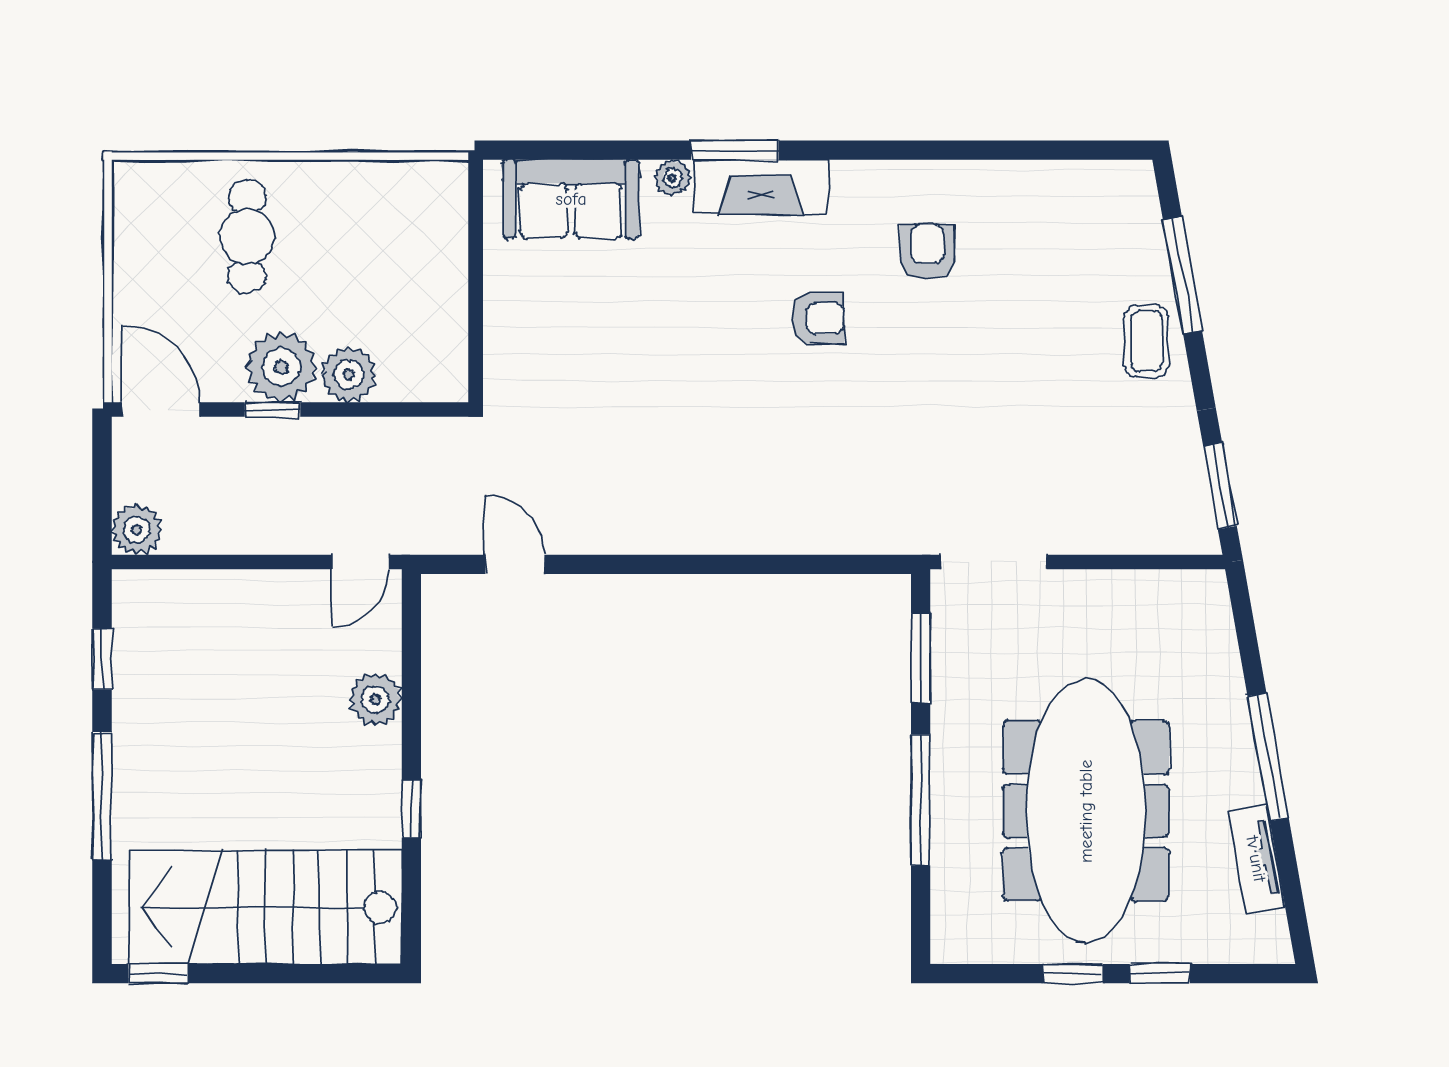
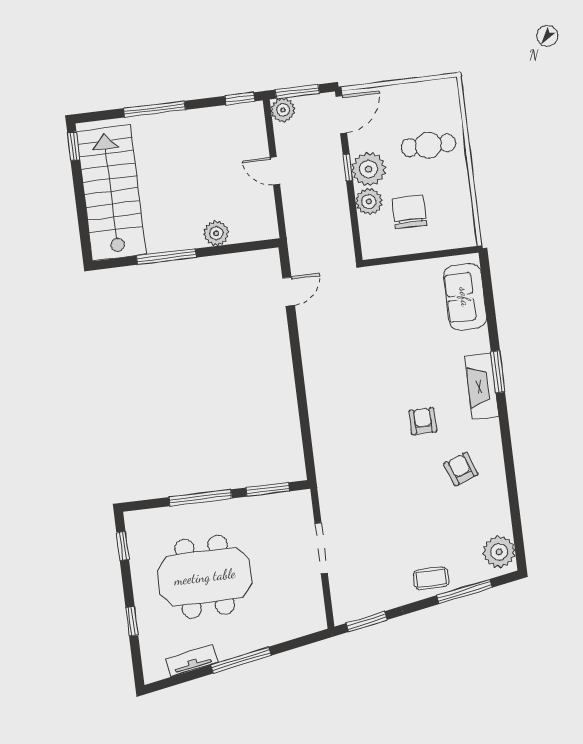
plant: (672, 178) -> (499, 552), moved, width x1.88, depth x1.88
armchair: (927, 252) -> (461, 469), turned -110
chair: (380, 293) -> (409, 212), added
armchair: (818, 318) -> (423, 421), turned 180
window: (102, 495) -> (297, 92), added
door: (360, 562) -> (275, 171), moved
doorway: (994, 562) -> (321, 548), moved
window: (102, 659) -> (240, 99), moved
window: (411, 809) -> (166, 257), width x2.17
meeting table: (1086, 811) -> (205, 577), width x0.73
window: (1073, 974) -> (123, 546), moved

